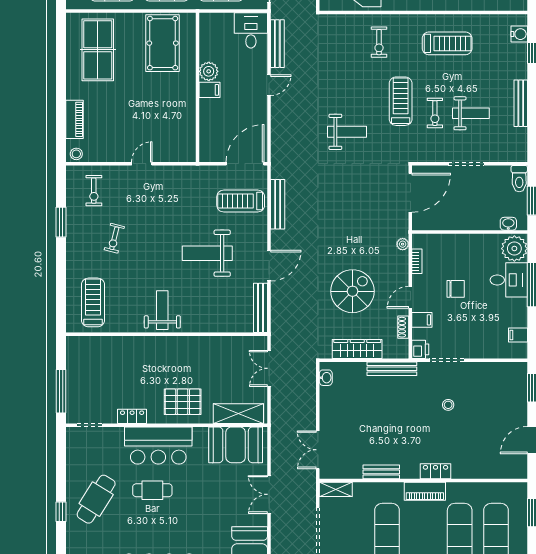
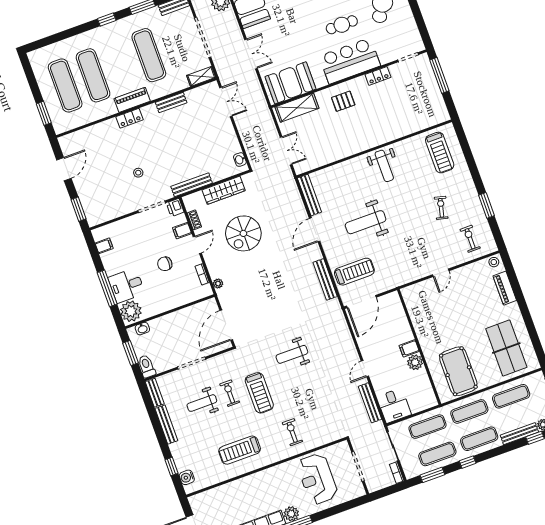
bench: (521, 145) -> (155, 393), added
weight bench: (207, 253) -> (366, 222), turned 180
pallet: (183, 402) -> (343, 101), width x0.67, depth x0.71

